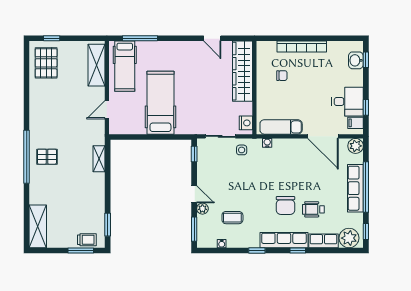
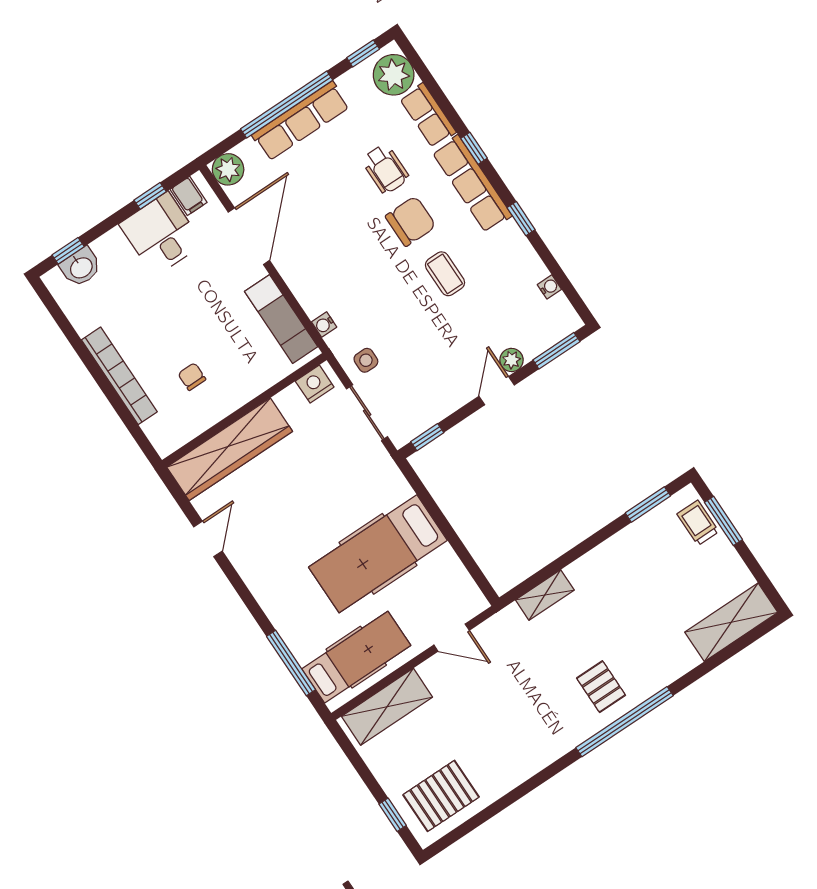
coffee table: (232, 218) -> (445, 274), moved

